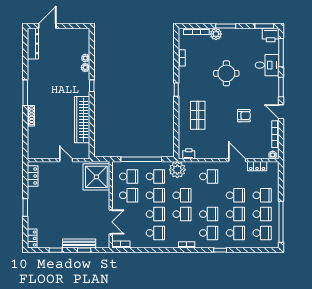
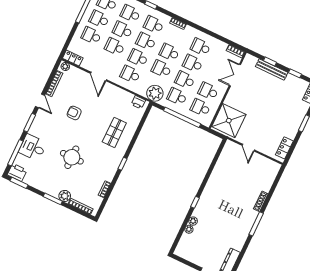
wardrobe: (82, 120) -> (218, 177), removed
locker: (257, 166) -> (73, 58), moved
school desk: (209, 195) -> (138, 58), added

